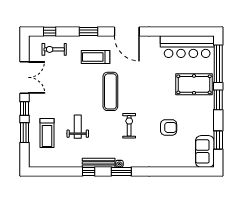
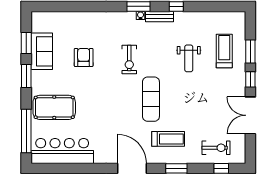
window: (218, 100) -> (26, 76), moved
armchair: (169, 127) -> (84, 57), turned 90
sofa: (205, 151) -> (42, 51), moved
bench: (99, 163) -> (160, 17), width x0.73

